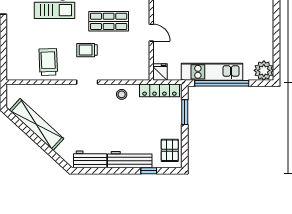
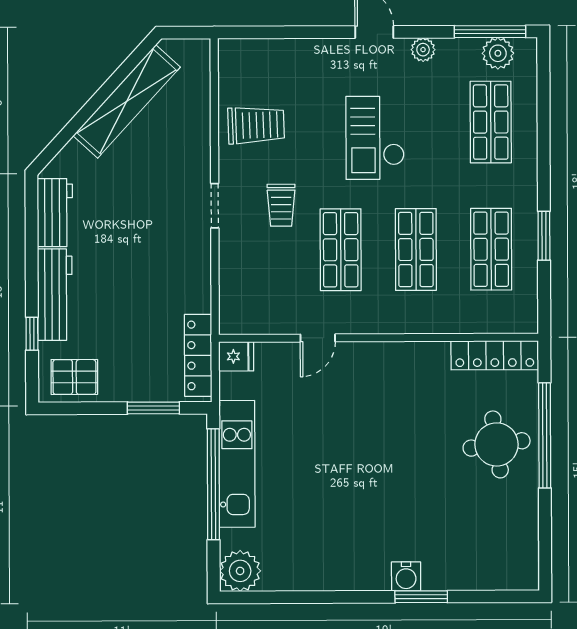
trolley: (87, 50) -> (281, 205), turned 180
stool: (122, 94) -> (190, 277), removed

